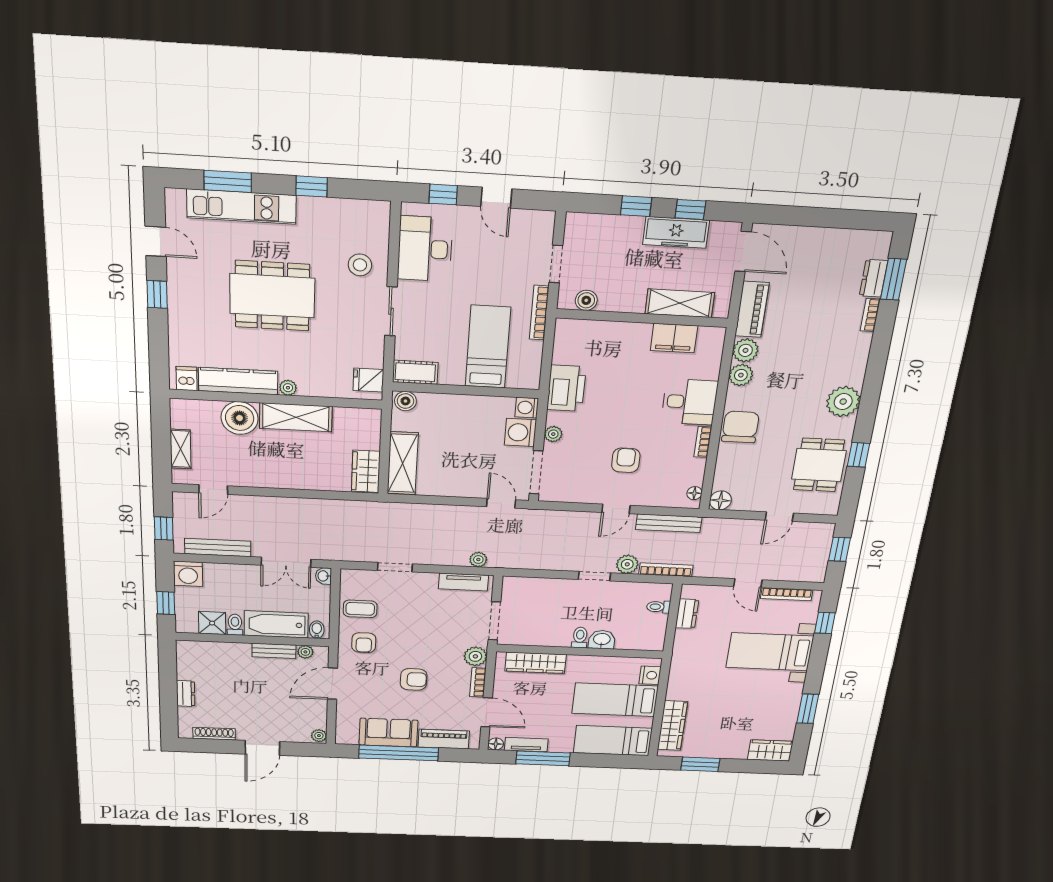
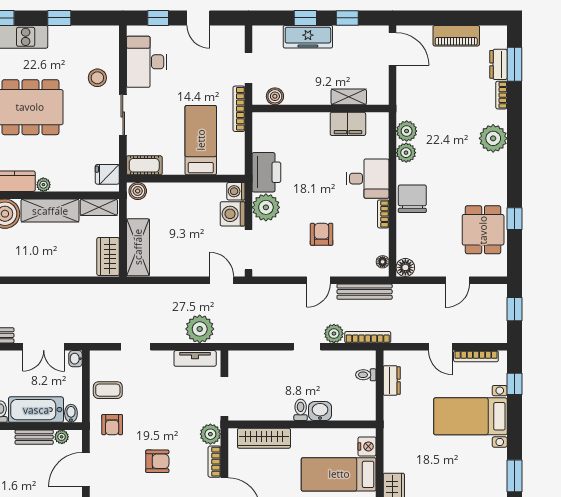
freezer: (676, 232) -> (308, 37), moved
shelving: (680, 303) -> (349, 97), width x0.67, depth x0.75
piano: (752, 309) -> (456, 36), moved, turned 90
plant: (843, 402) -> (493, 138), moved
shelving: (356, 417) -> (99, 207), added
plant: (553, 434) -> (266, 207), width x1.88, depth x1.88
plant: (478, 560) -> (200, 329), width x1.88, depth x1.88

